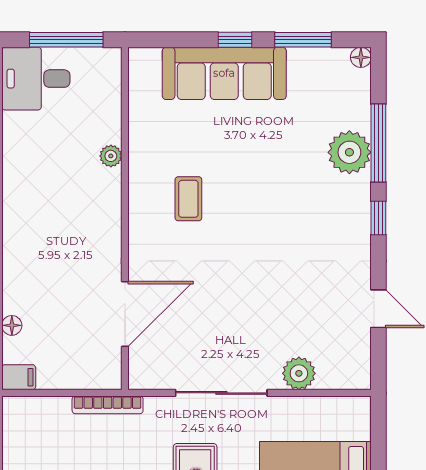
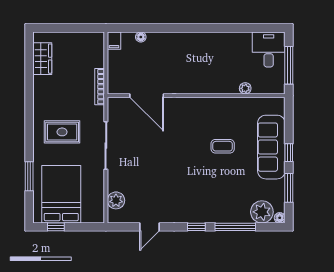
plant: (349, 152) -> (262, 212), moved
plant: (111, 156) -> (245, 88), moved
coffee table: (188, 199) -> (223, 146), moved
plant: (299, 373) -> (116, 200), moved

